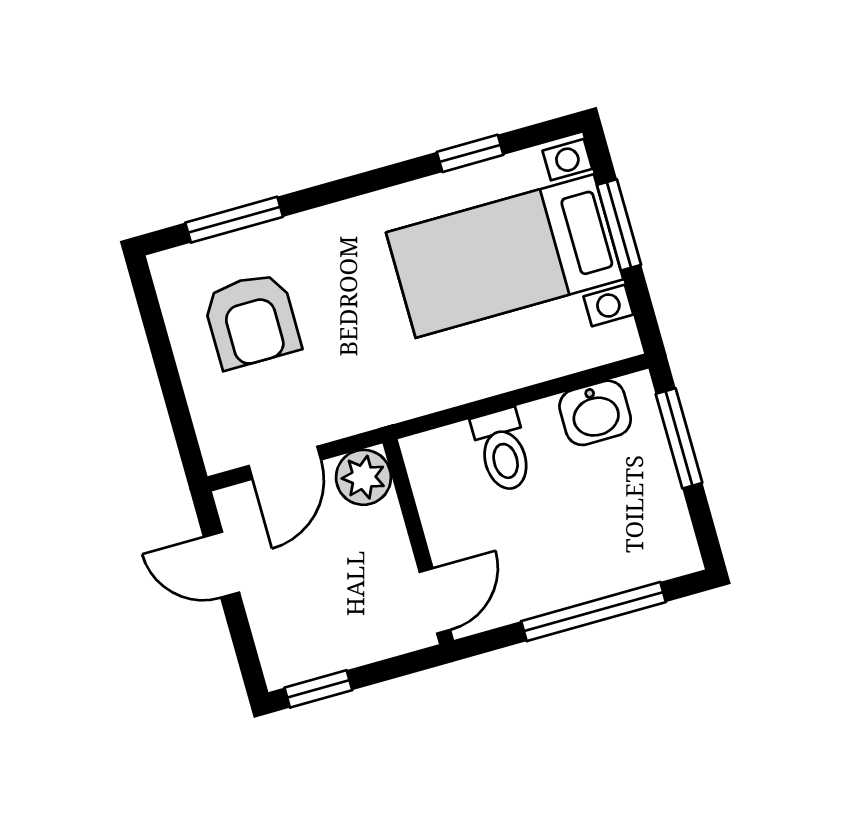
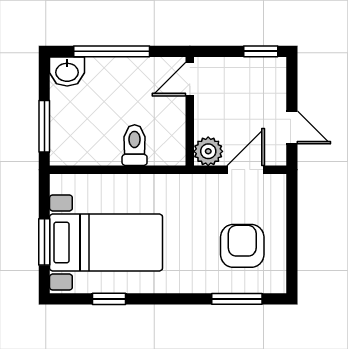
washbasin: (595, 413) -> (67, 71), moved, turned 180

